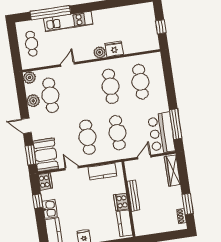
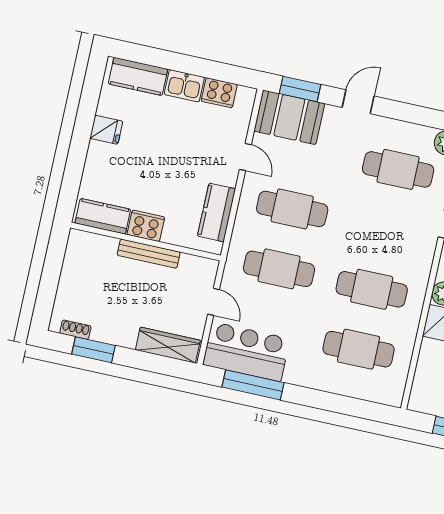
plant: (33, 101) -> (400, 133), removed
door: (72, 168) -> (245, 157), hinge flipped
cooker: (45, 181) -> (219, 93), moved
window: (38, 201) -> (207, 69), removed

